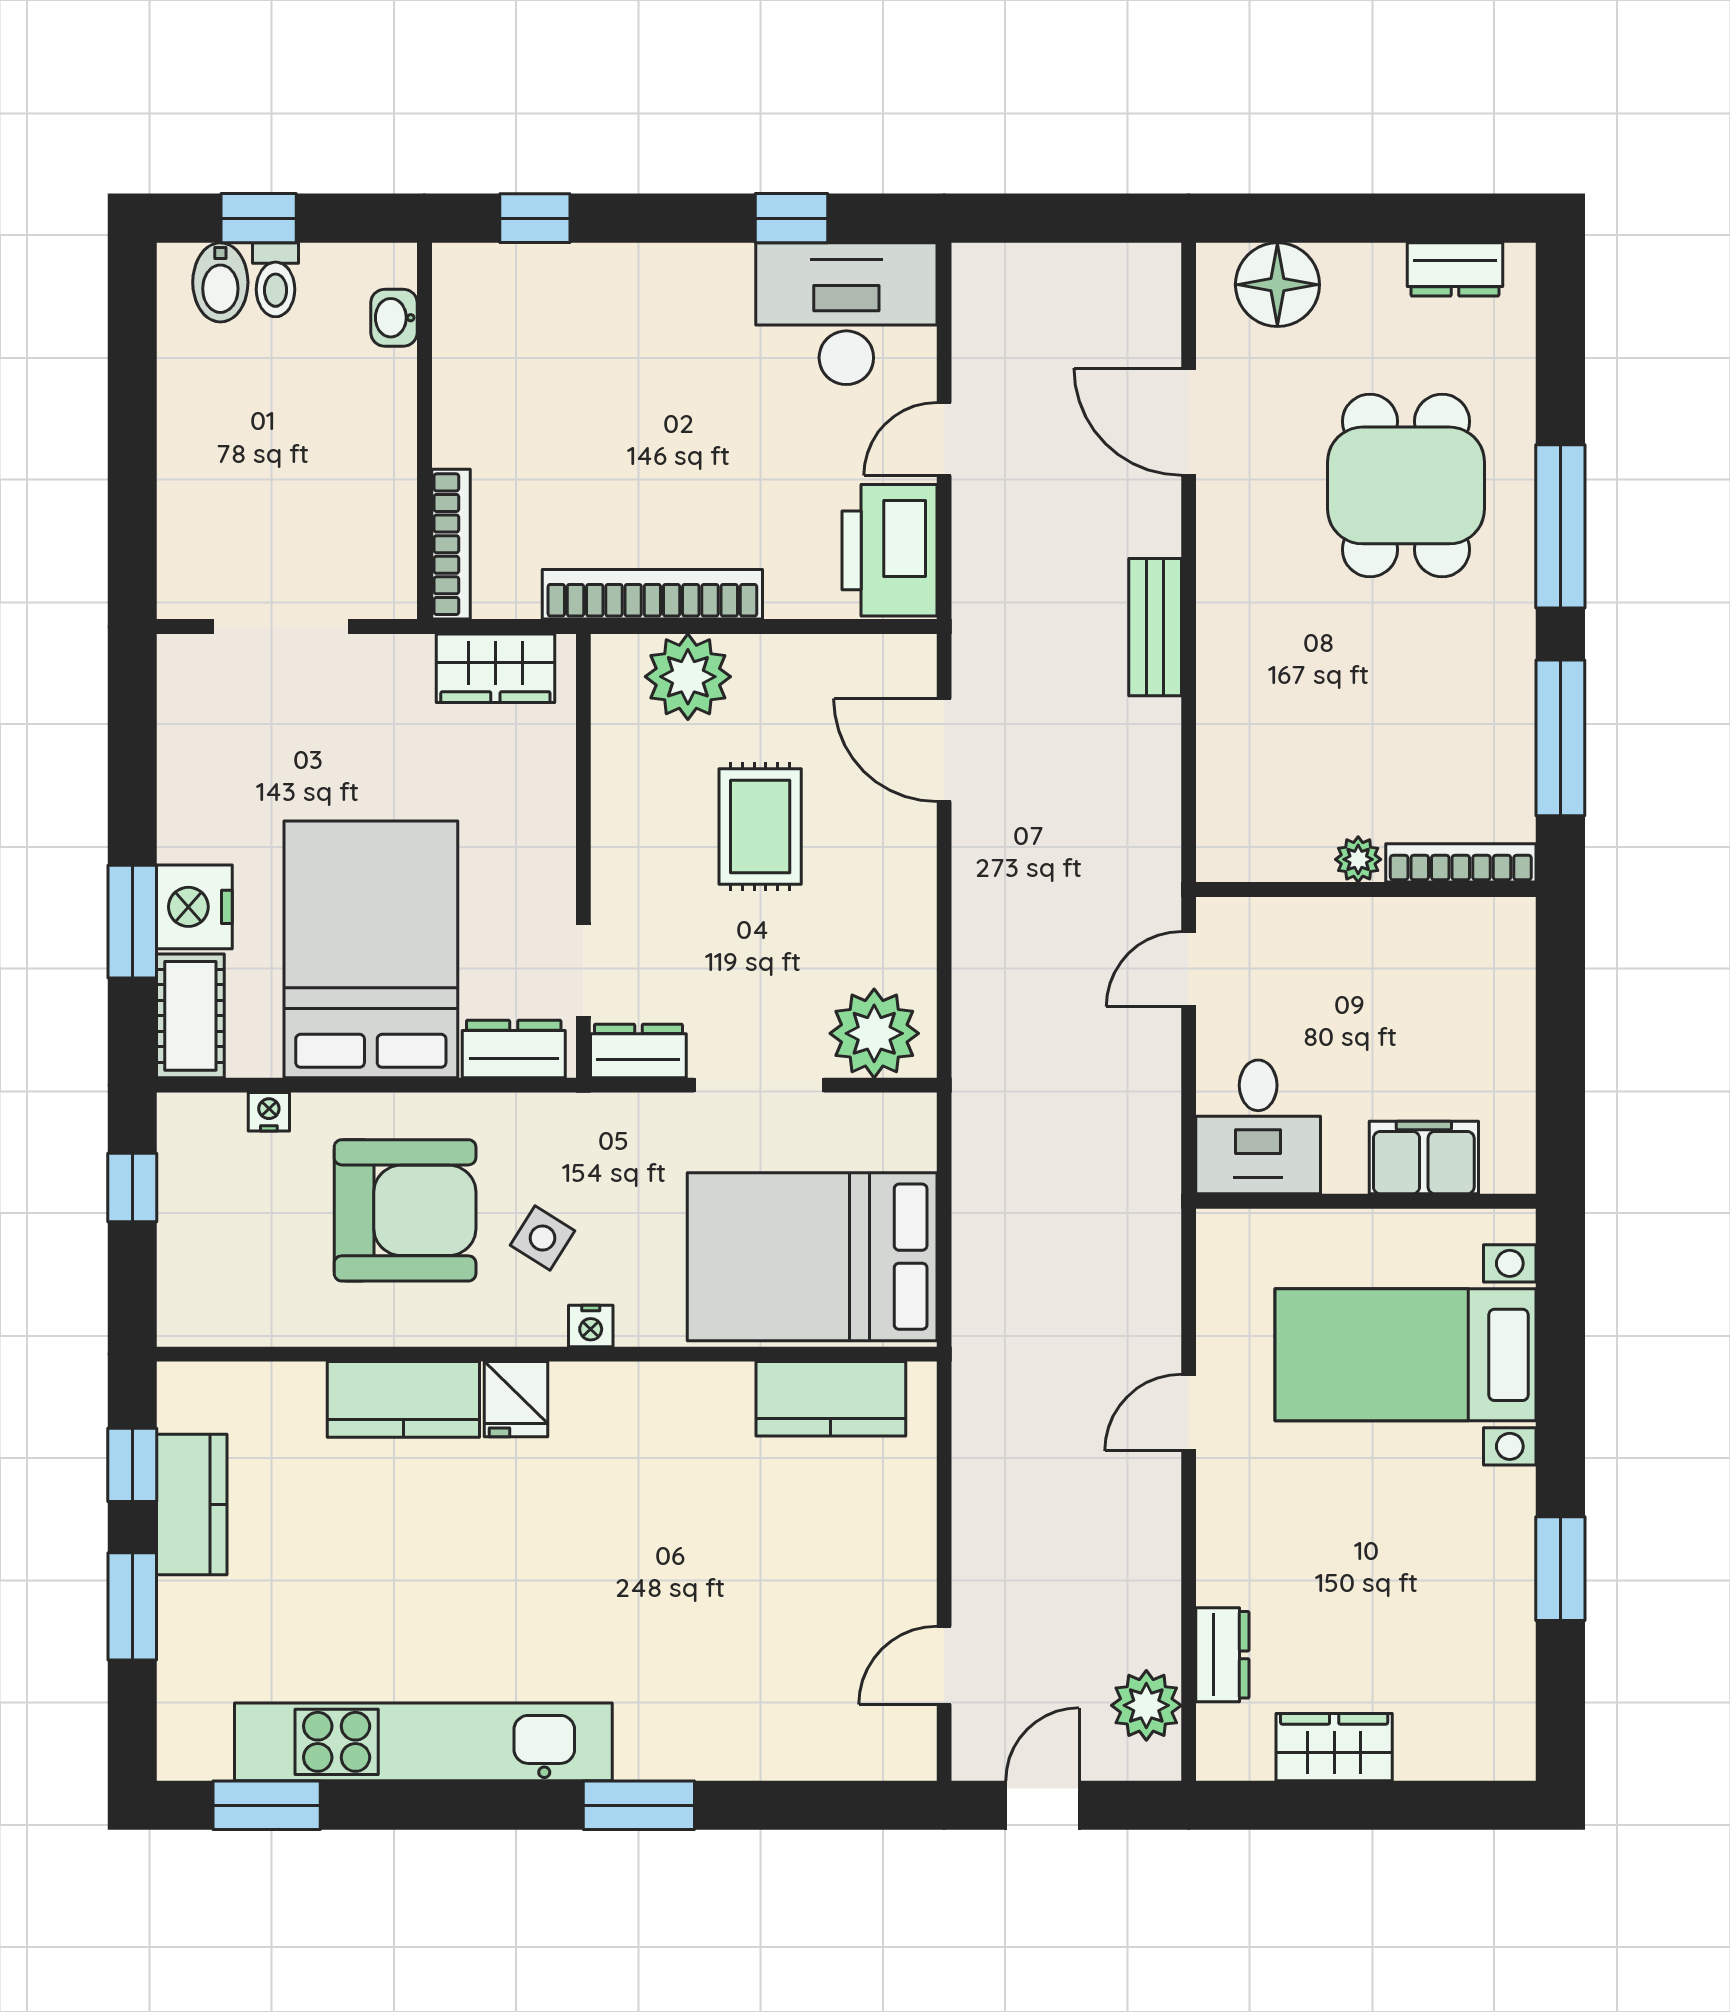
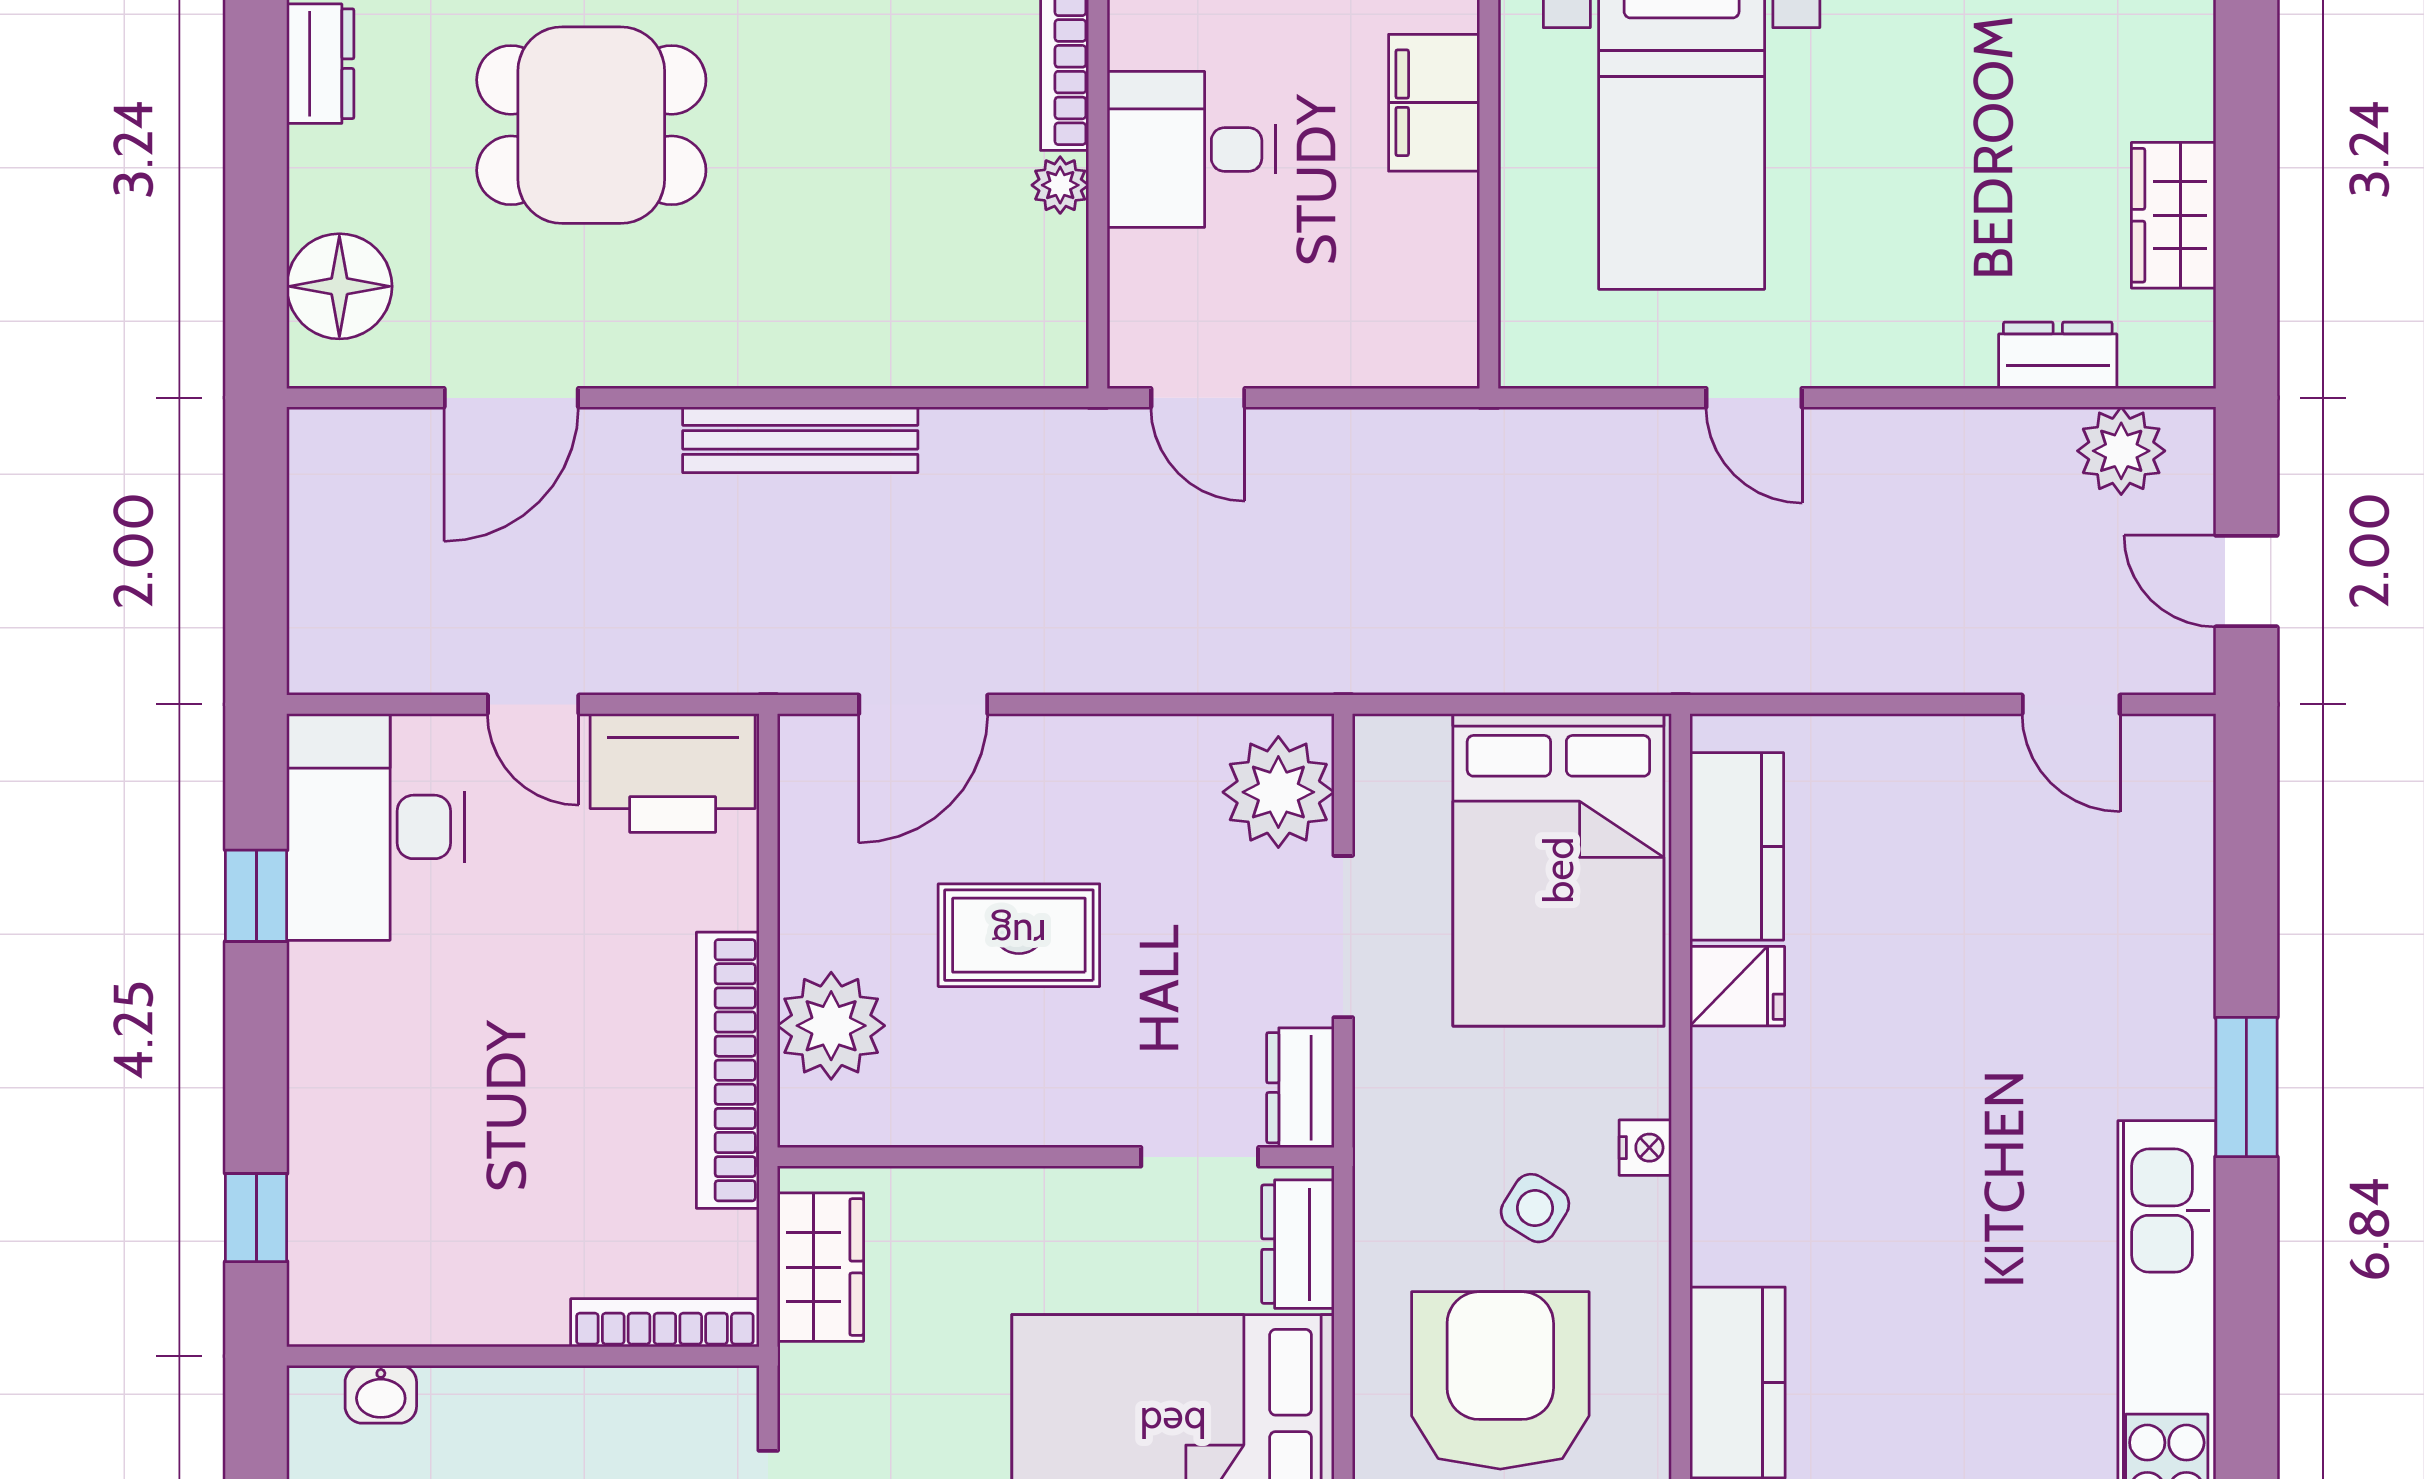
bench: (1155, 627) -> (800, 440), width x1.36
desk: (1258, 1127) -> (1191, 149), moved, turned 180
fridge: (516, 1399) -> (1737, 986), moved

